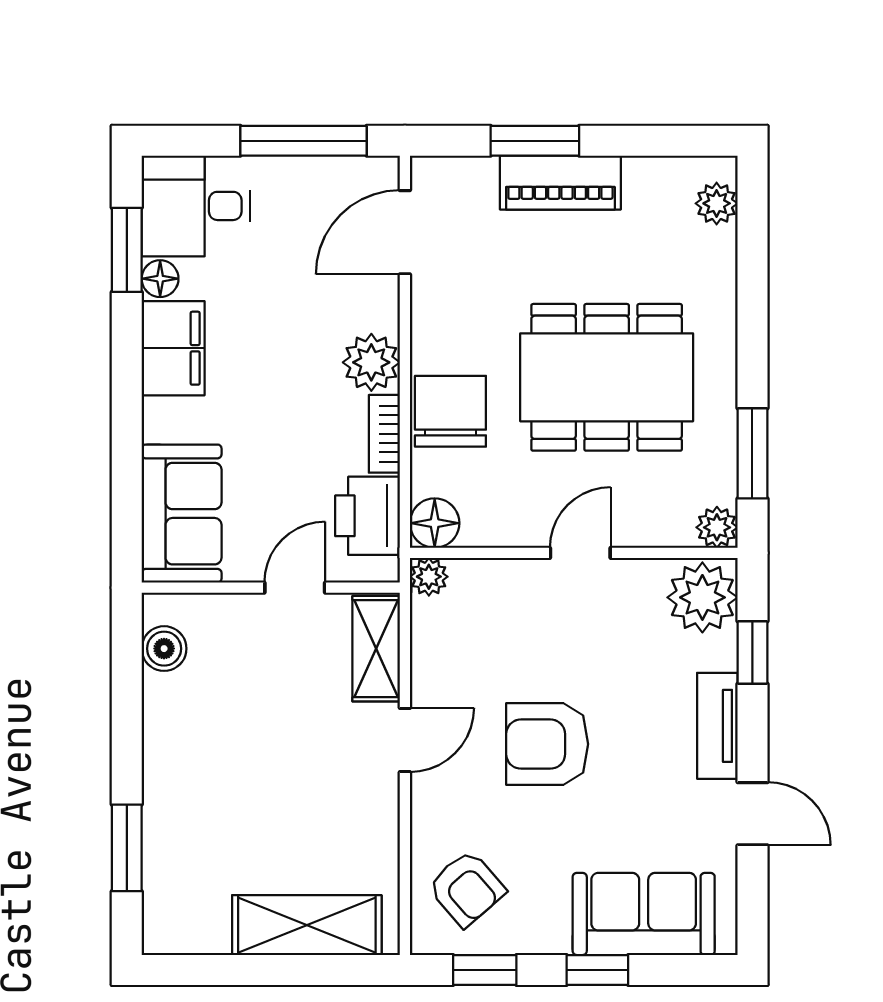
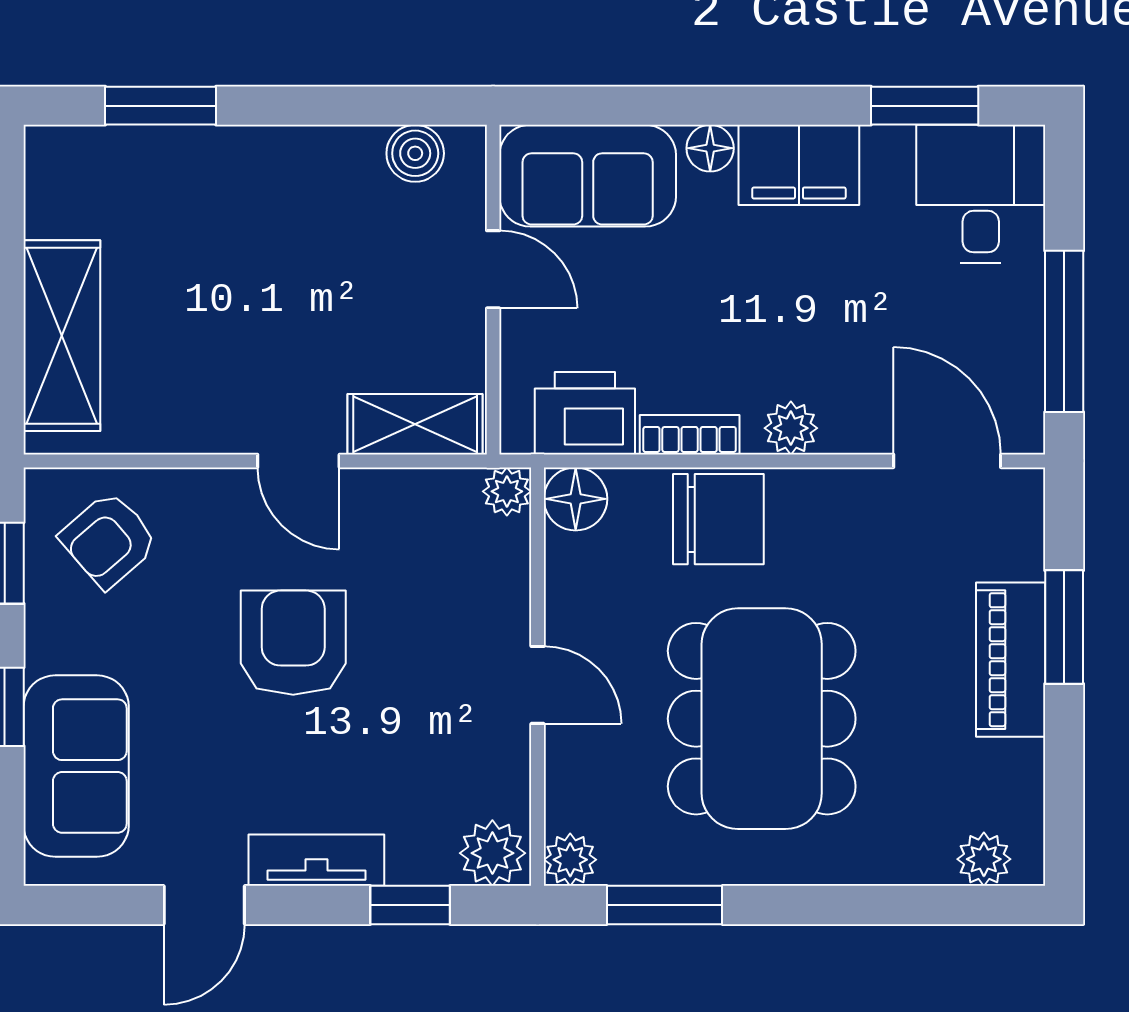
floor lamp: (160, 279) -> (710, 148), moved
plant: (371, 362) -> (791, 428), width x0.73, depth x0.73
door: (295, 588) -> (493, 269), moved
plant: (702, 597) -> (492, 853), width x0.73, depth x0.73

